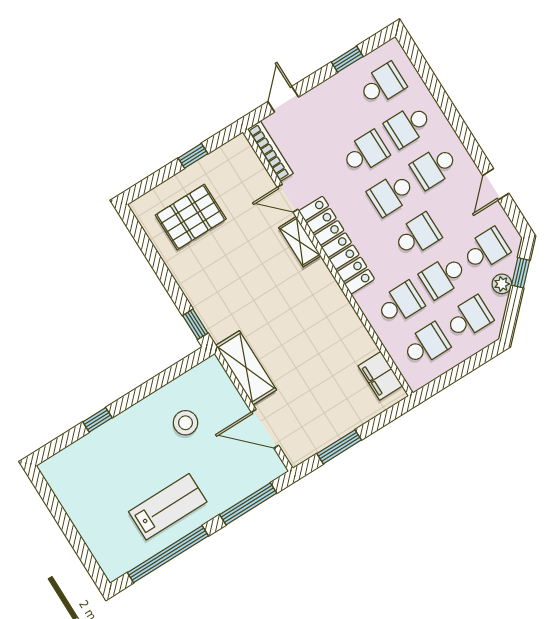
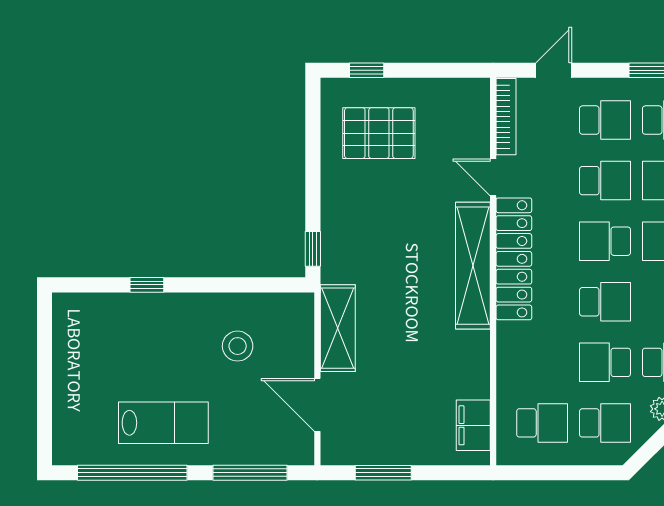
window: (193, 156) -> (367, 70), moved
shelving: (300, 242) -> (473, 266), width x2.20, depth x1.33
school desk: (400, 304) -> (605, 120), moved

